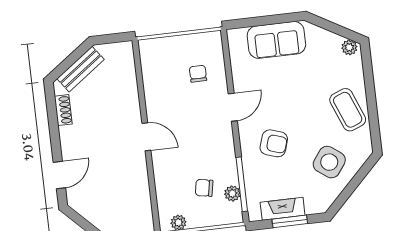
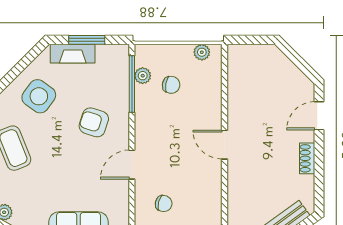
chair: (198, 74) -> (164, 203), turned -76
shoe rack: (63, 110) -> (307, 158), moved
fireplace: (283, 209) -> (73, 54), moved

